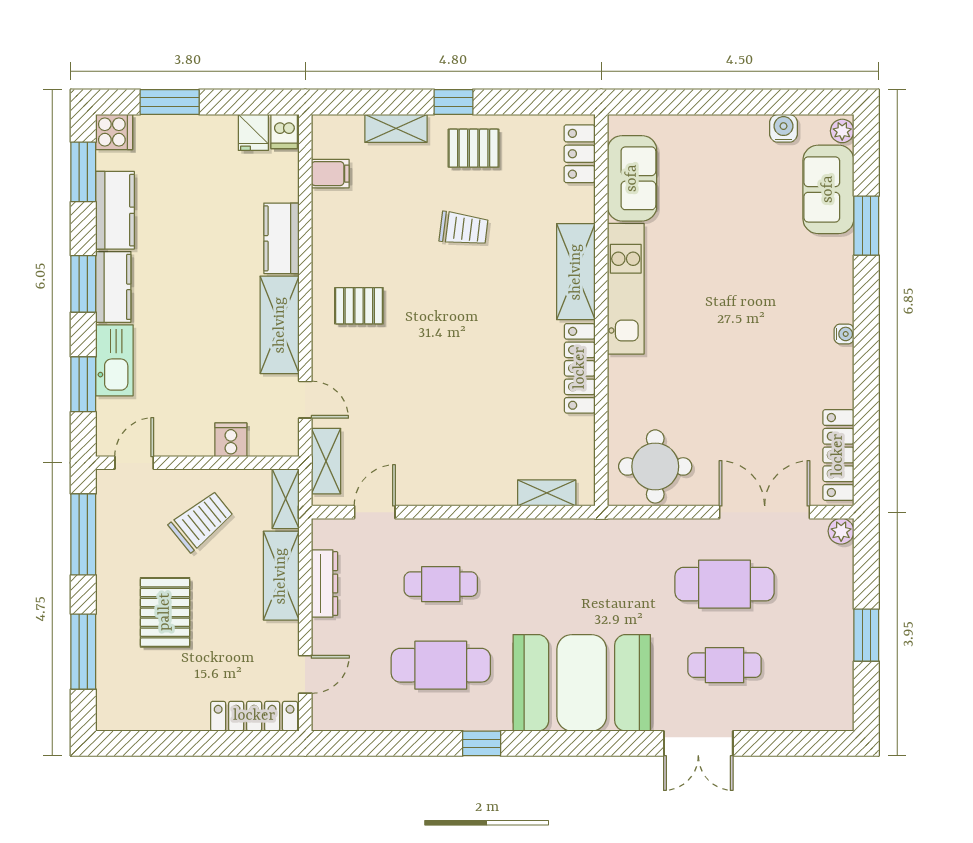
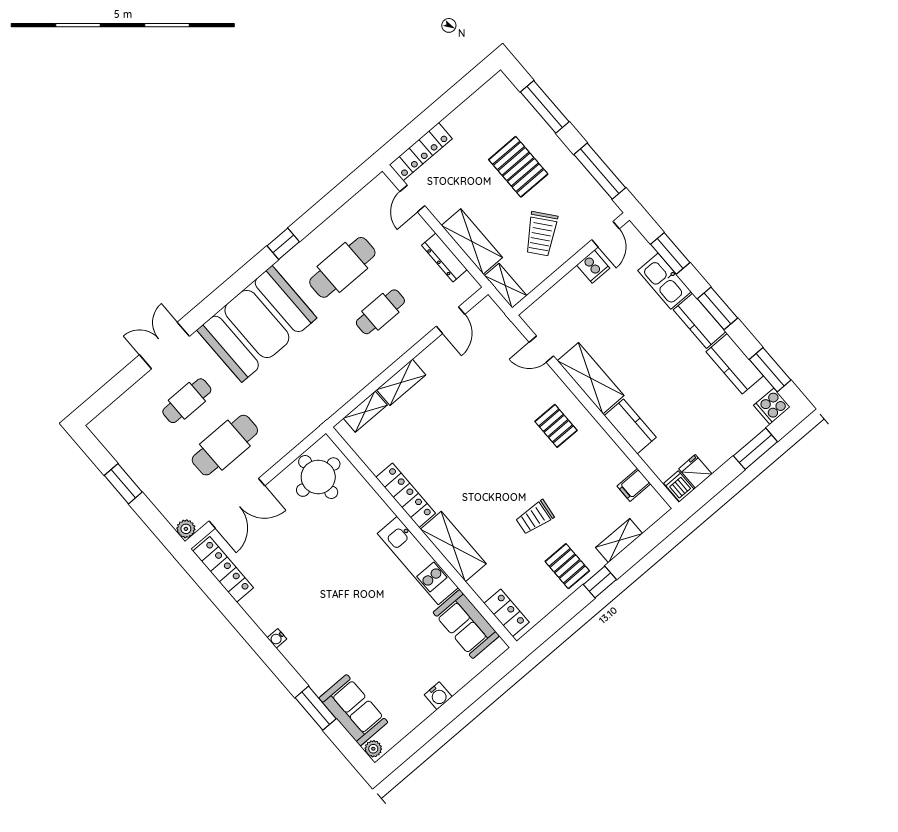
water cooler: (783, 128) -> (438, 696), moved
pallet: (474, 148) -> (567, 566), turned 90
pallet: (359, 306) -> (556, 426), turned 90
cooker: (231, 440) -> (593, 267), moved
shelving: (326, 461) -> (401, 382), moved, turned 90

